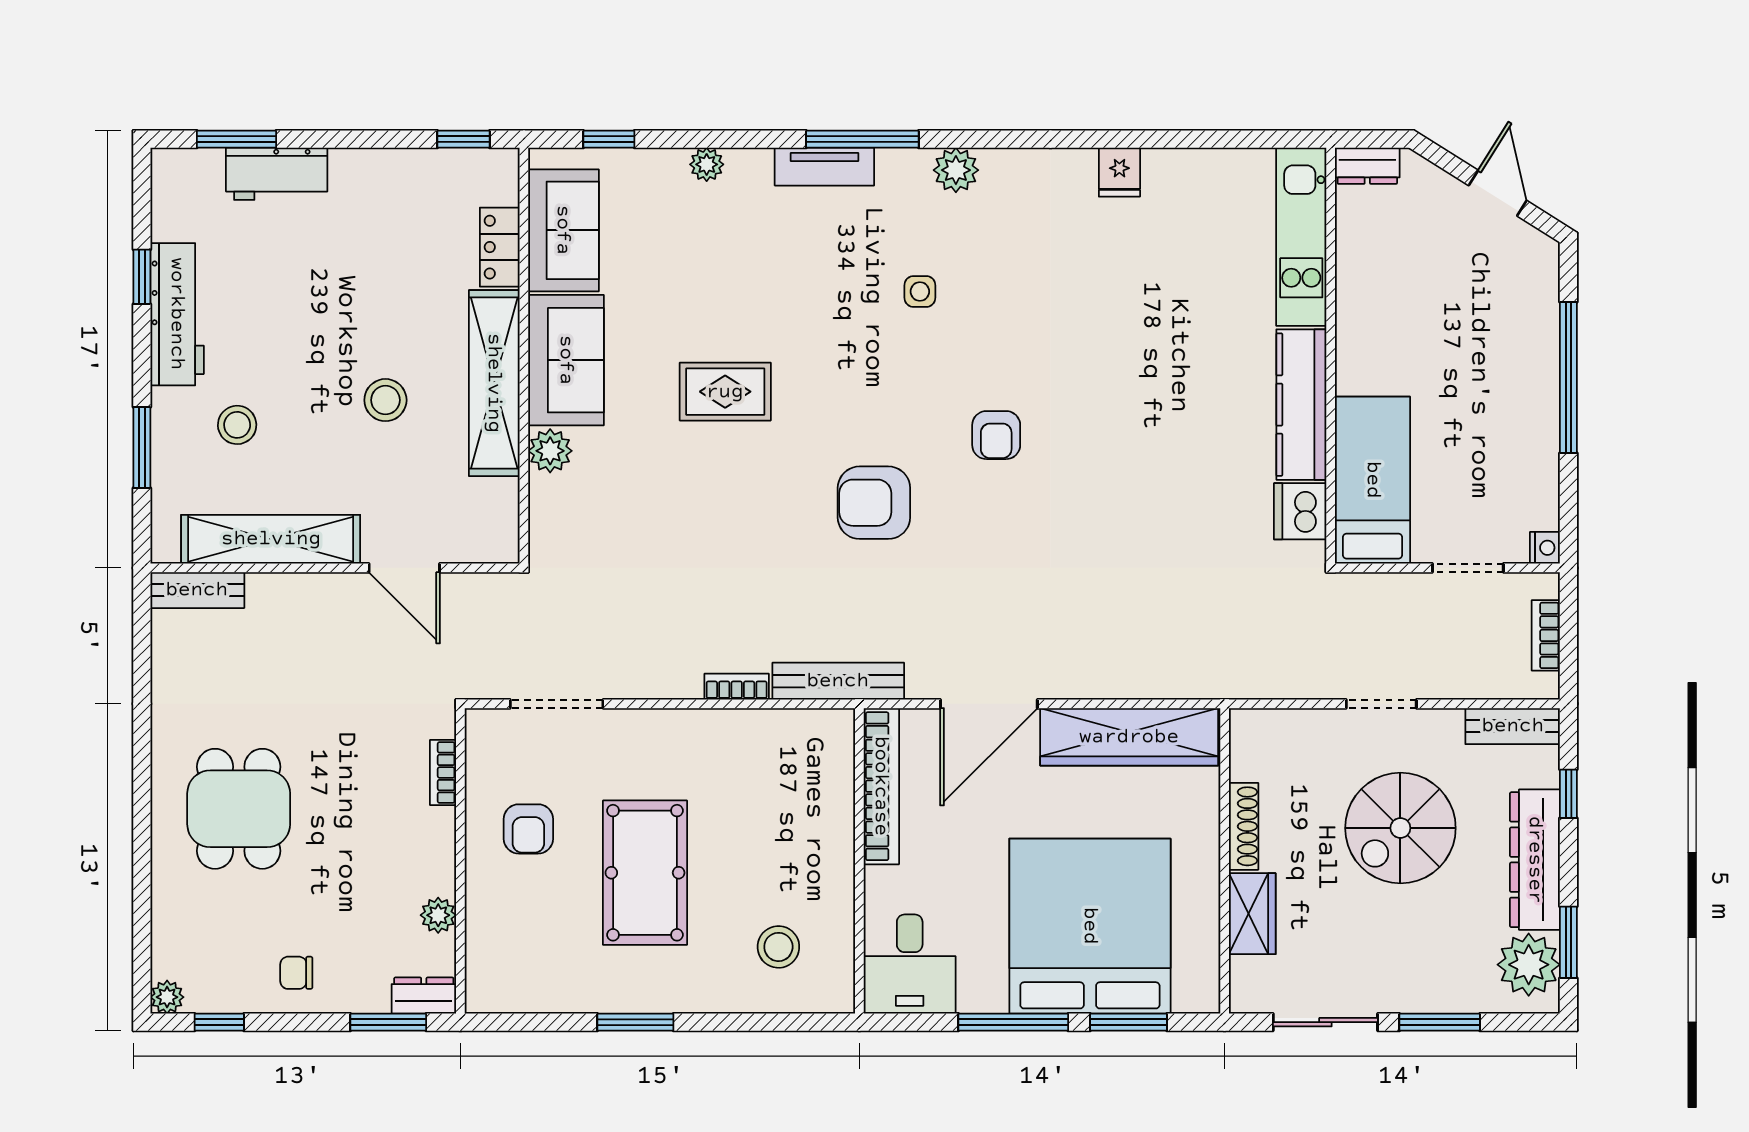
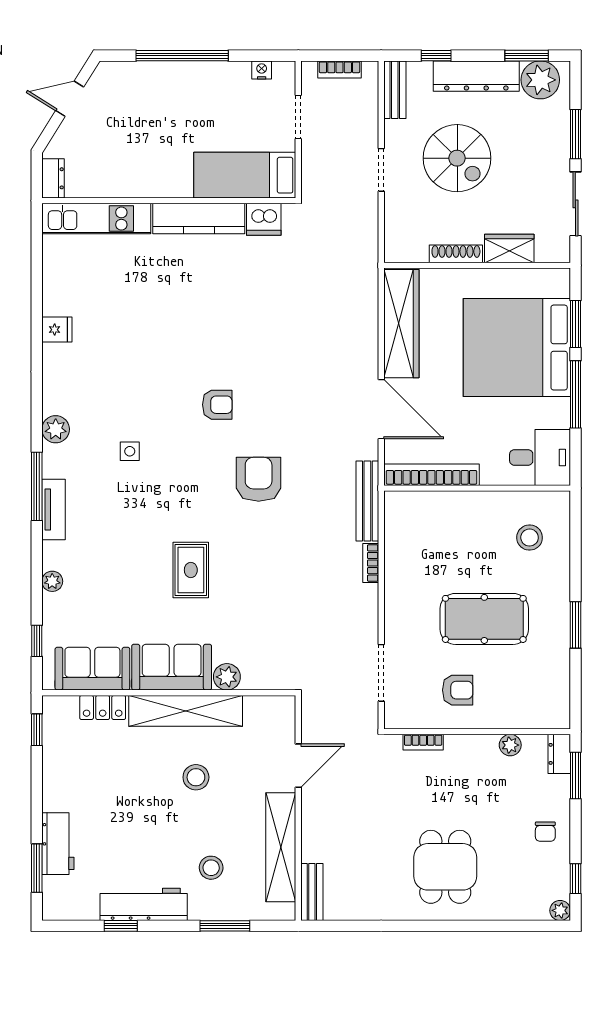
armchair: (874, 503) -> (259, 479), turned 180
nightstand: (1545, 548) -> (262, 70), moved
dining table: (239, 809) -> (445, 867), turned 90

